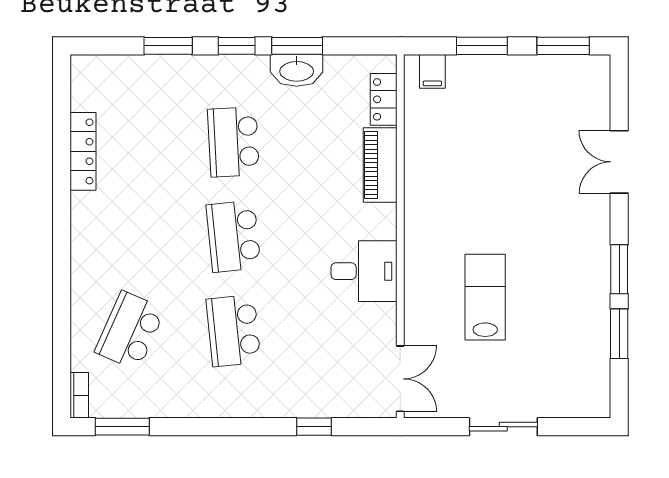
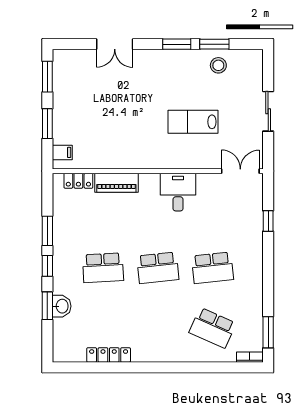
washbasin: (297, 70) -> (62, 306), moved, width x0.72
stool: (583, 341) -> (218, 65), added

